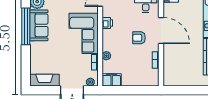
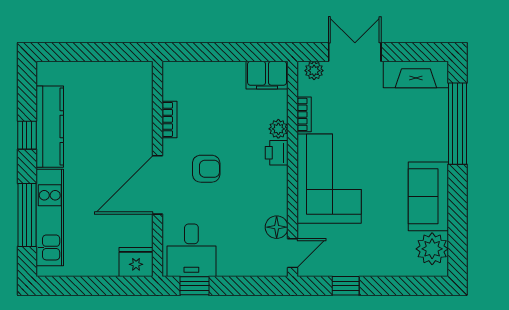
floor lamp: (107, 11) -> (277, 227), added
printer: (107, 23) -> (277, 153), moved
window: (26, 26) -> (457, 124), moved
door: (161, 31) -> (157, 185), hinge flipped

